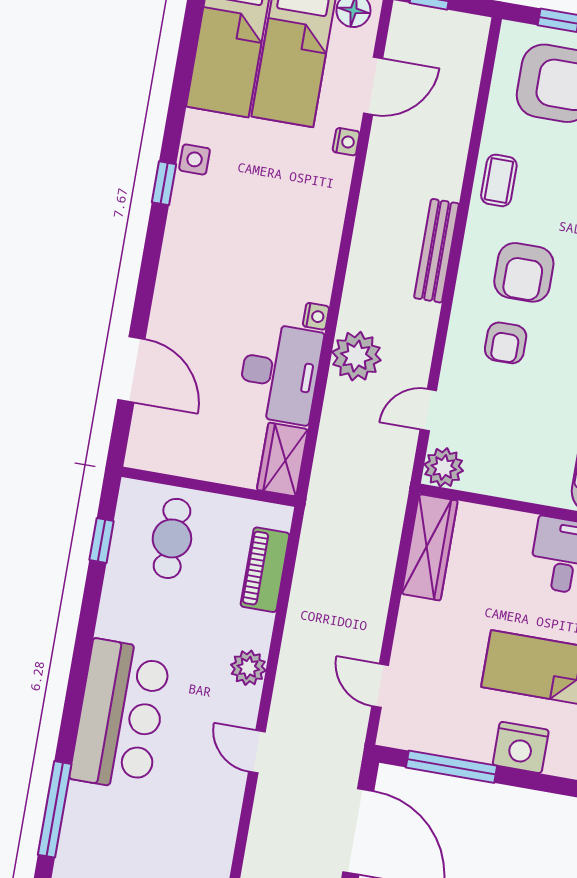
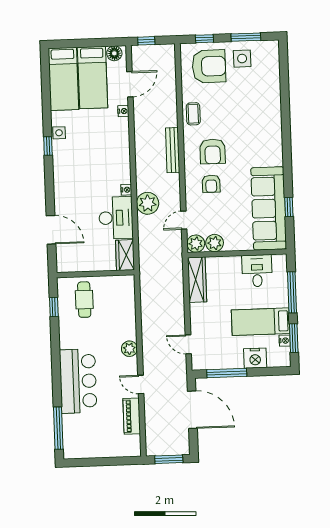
plant: (485, 475) -> (215, 243), added
piano: (265, 570) -> (132, 416), moved

